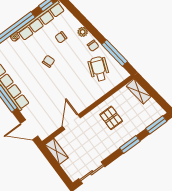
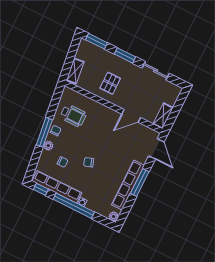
window: (115, 53) -> (44, 132), moved
wheelchair: (99, 69) -> (73, 115), turned -111
sliding door: (92, 173) -> (156, 71), moved

